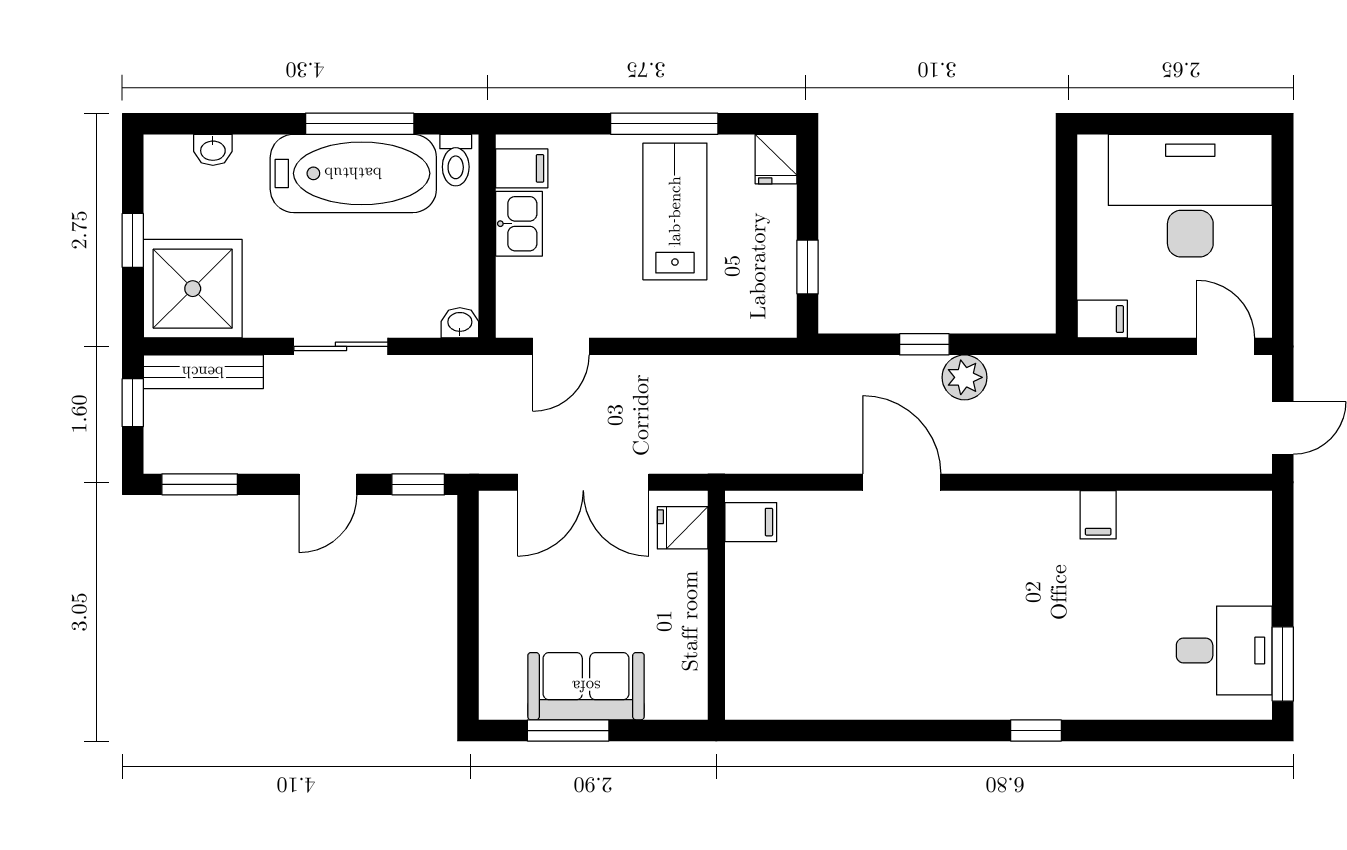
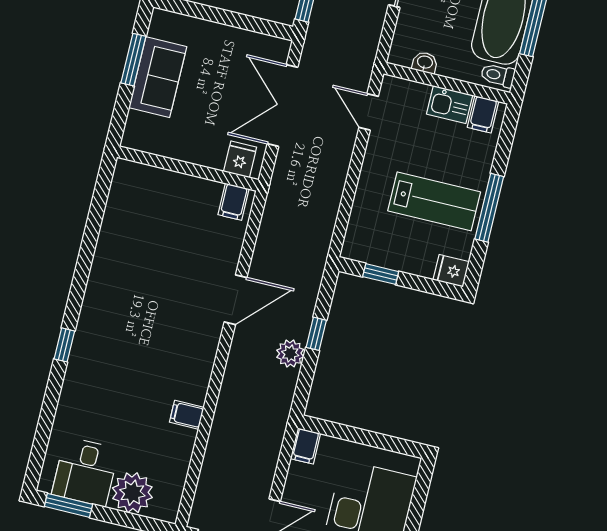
washbasin: (460, 323) -> (425, 63), moved, turned -90
plant: (1239, 570) -> (132, 493), added

